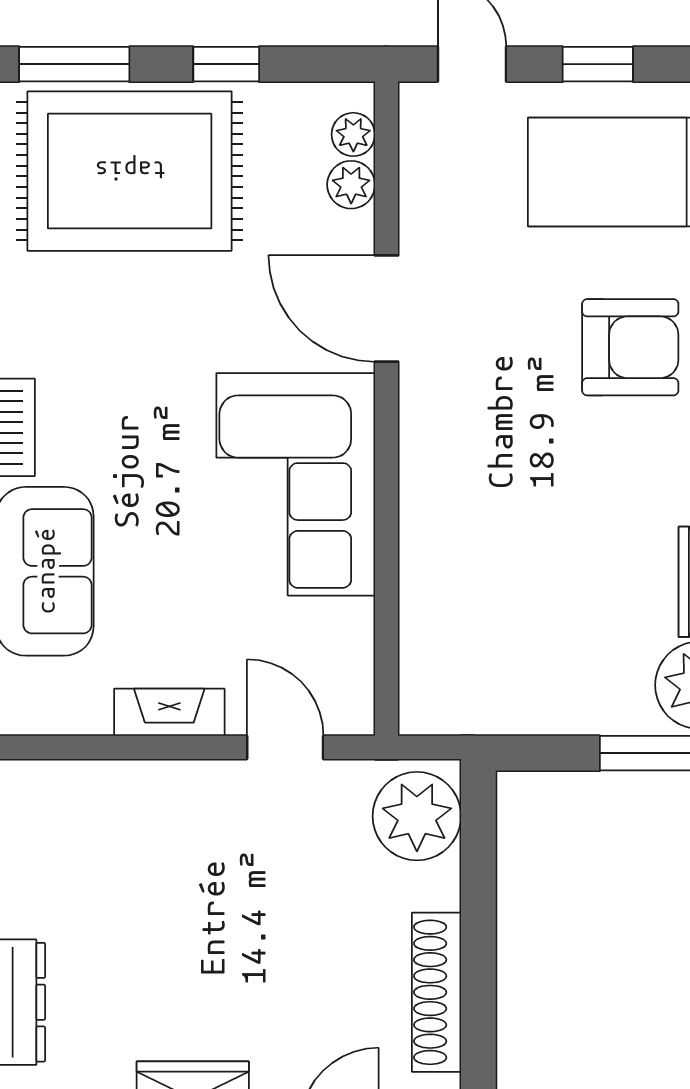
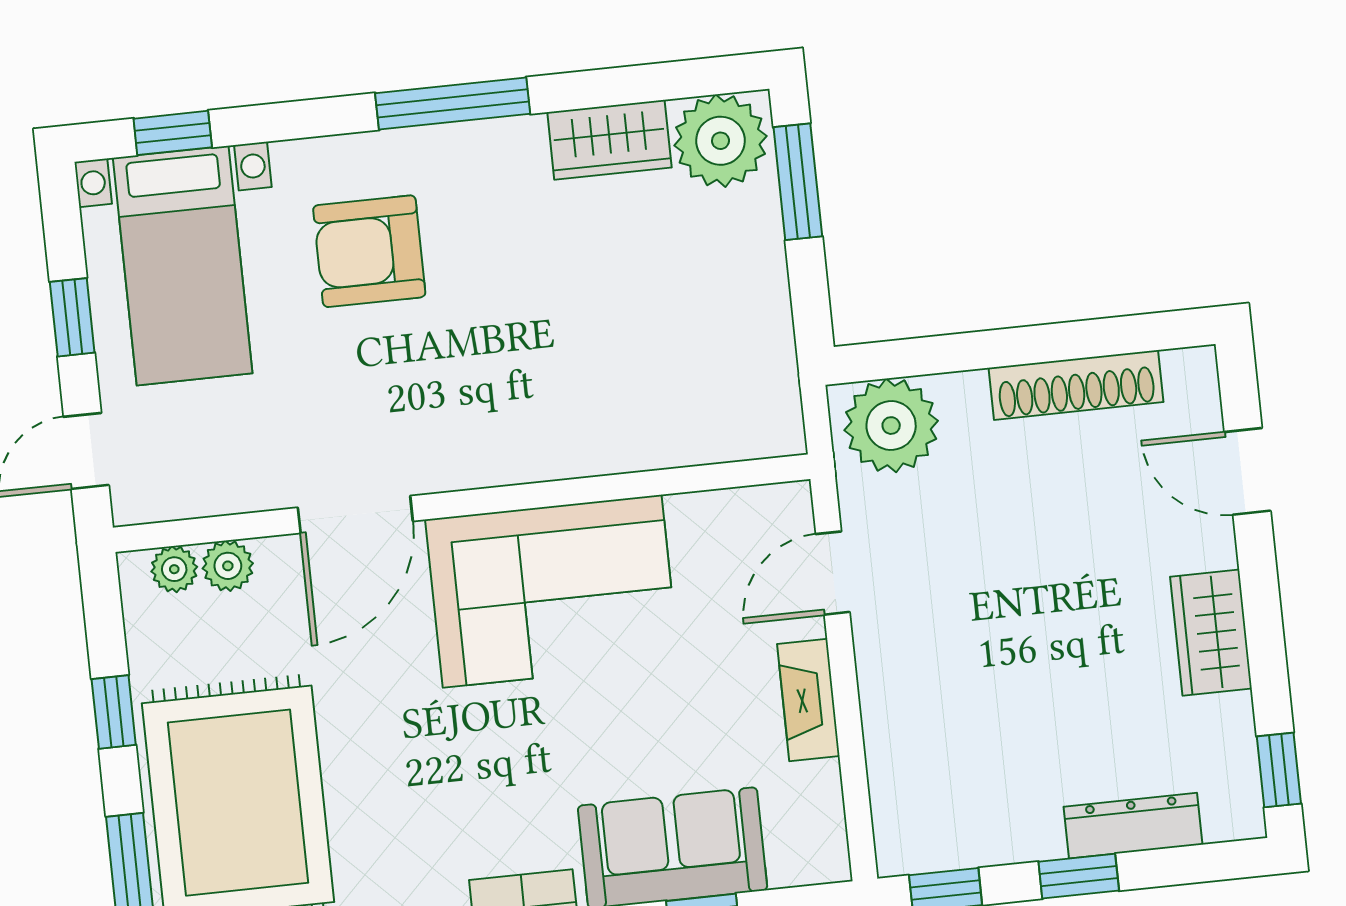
armchair: (630, 347) -> (369, 251), turned -90

